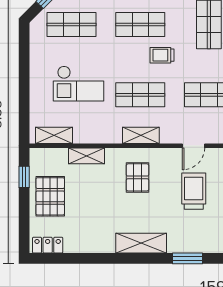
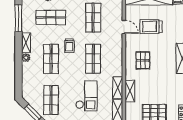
shelving: (141, 135) -> (118, 88), moved
pallet: (138, 177) -> (143, 60), turned 90

